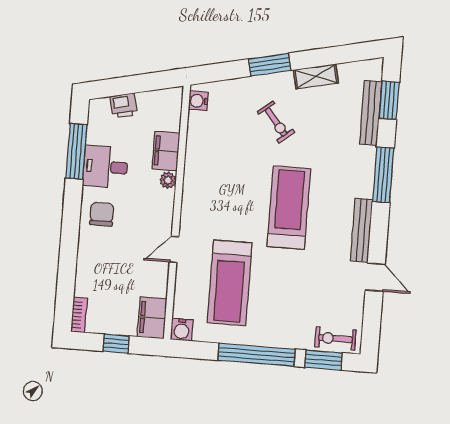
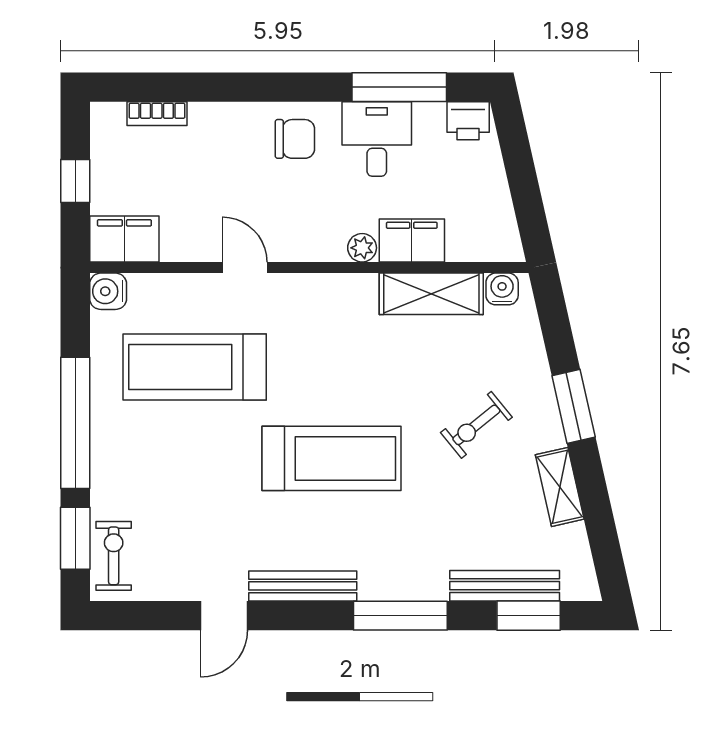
printer: (124, 105) -> (468, 121), moved, turned -77
shelving: (198, 142) -> (431, 294), added
bookcase: (79, 315) -> (157, 114), moved

